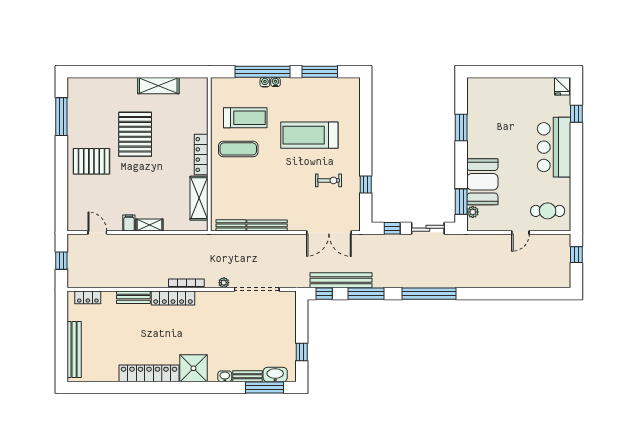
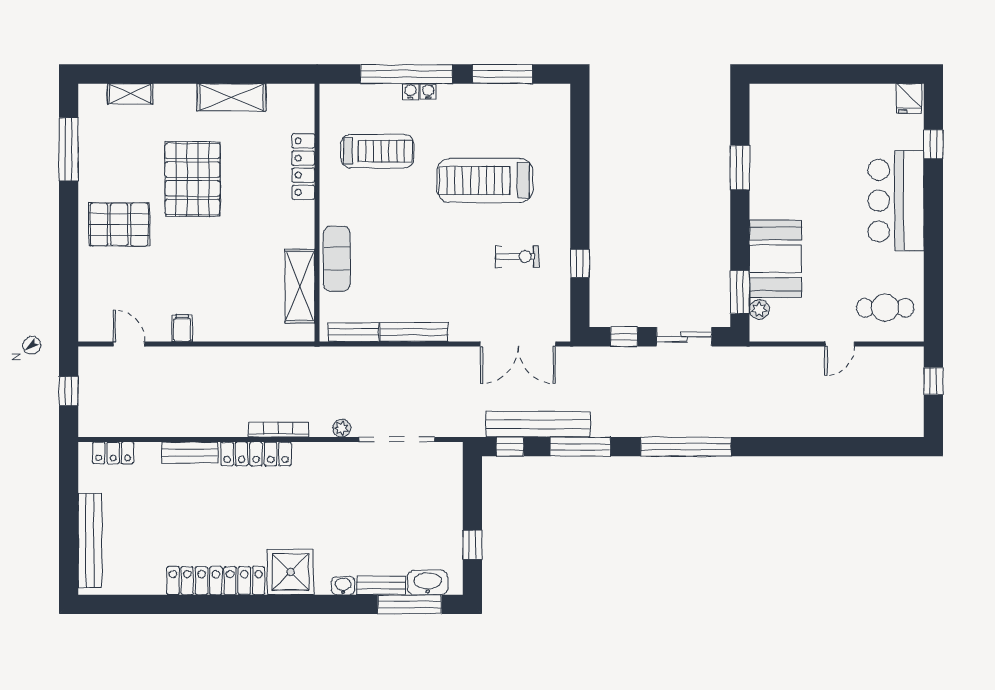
exercise mat: (238, 149) -> (337, 259), moved, turned 90
locker: (201, 154) -> (303, 167), moved
shelving: (150, 225) -> (130, 94), moved

